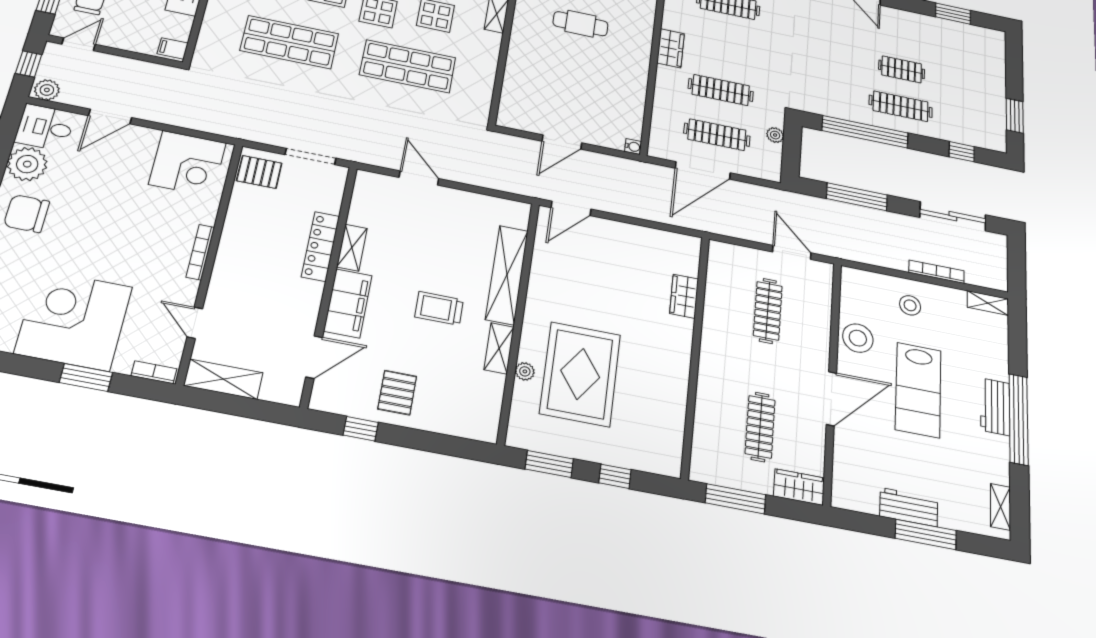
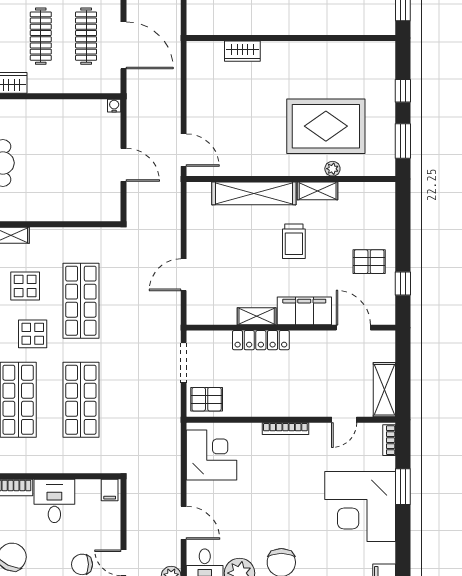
pallet: (259, 172) -> (207, 399), turned 90

